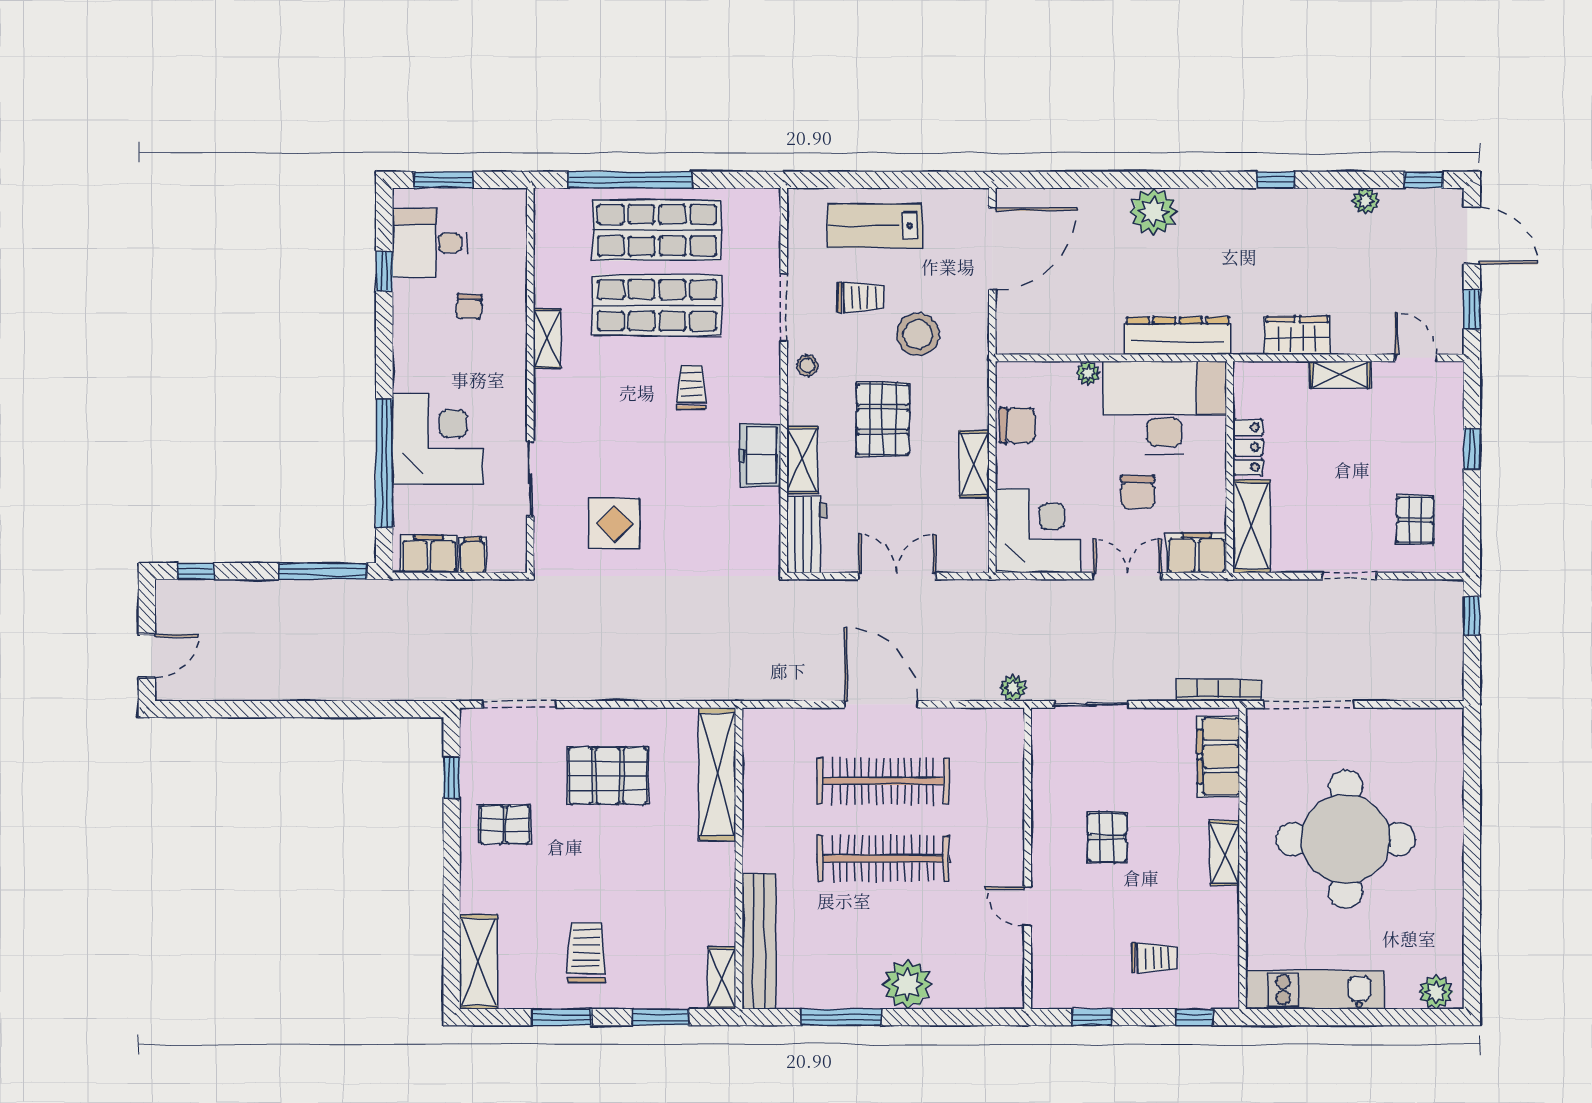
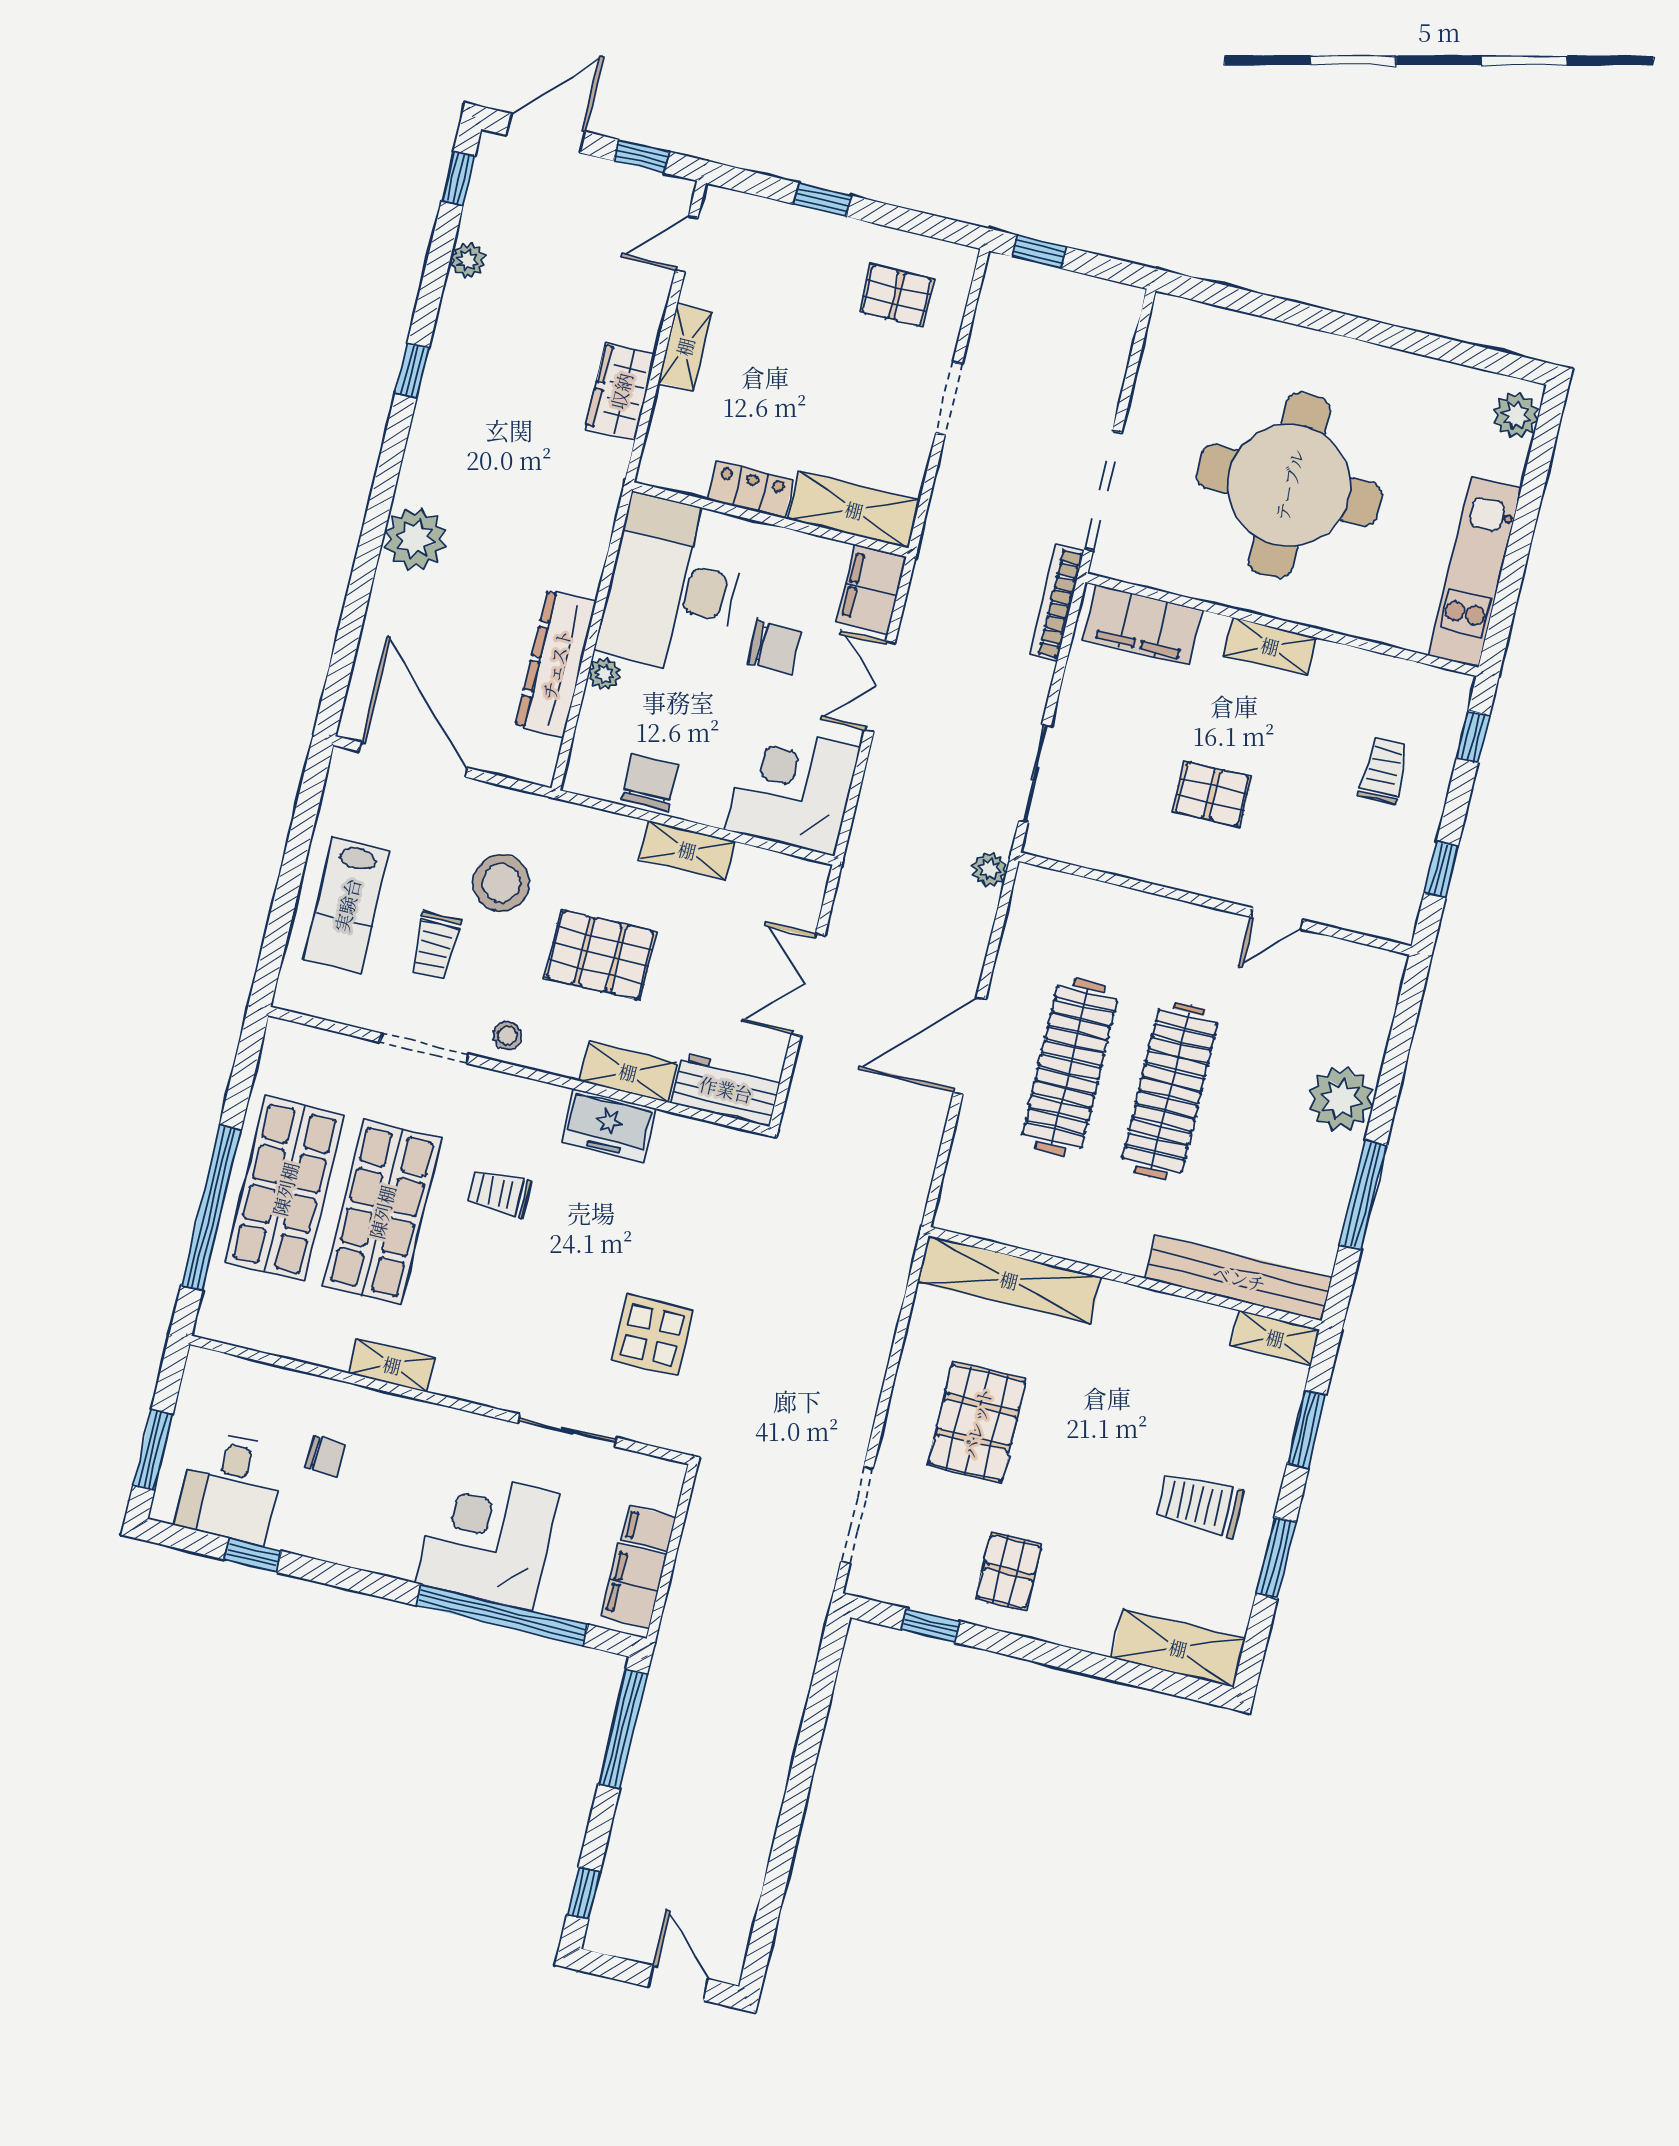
trolley: (861, 297) -> (435, 946), turned 180
dresser: (1178, 336) -> (556, 664), moved

